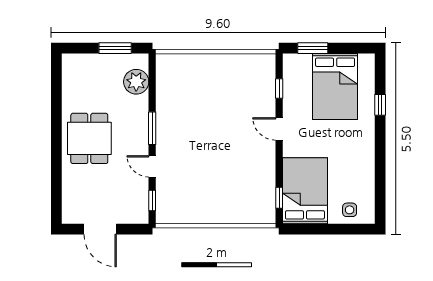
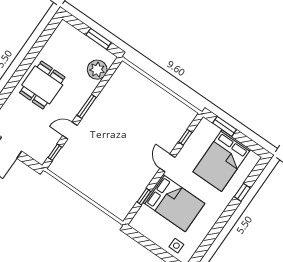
door: (152, 166) -> (70, 131), hinge flipped
bed: (305, 191) -> (174, 203), moved, turned 90
window: (279, 198) -> (144, 197), moved

